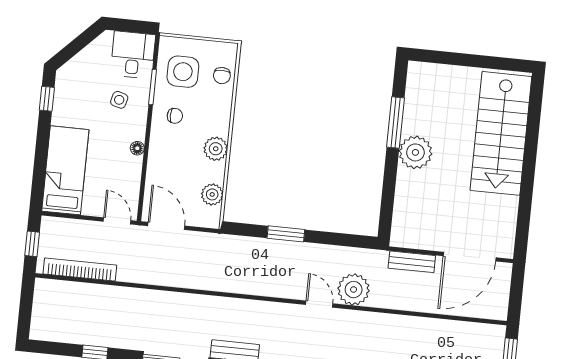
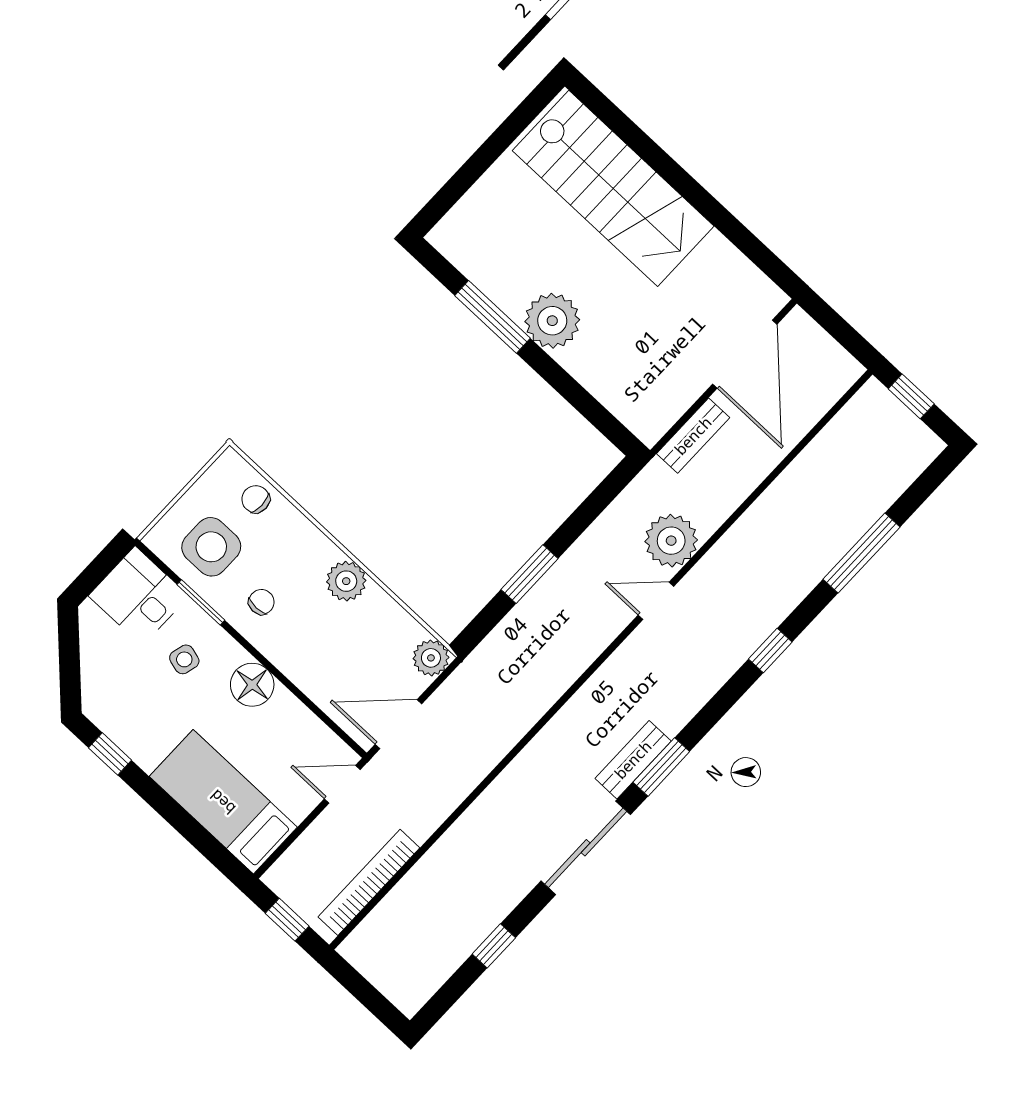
chair: (222, 76) -> (256, 499), turned 180
floor lamp: (137, 148) -> (252, 685), width x1.89, depth x1.89
plant: (212, 194) -> (431, 658), moved

